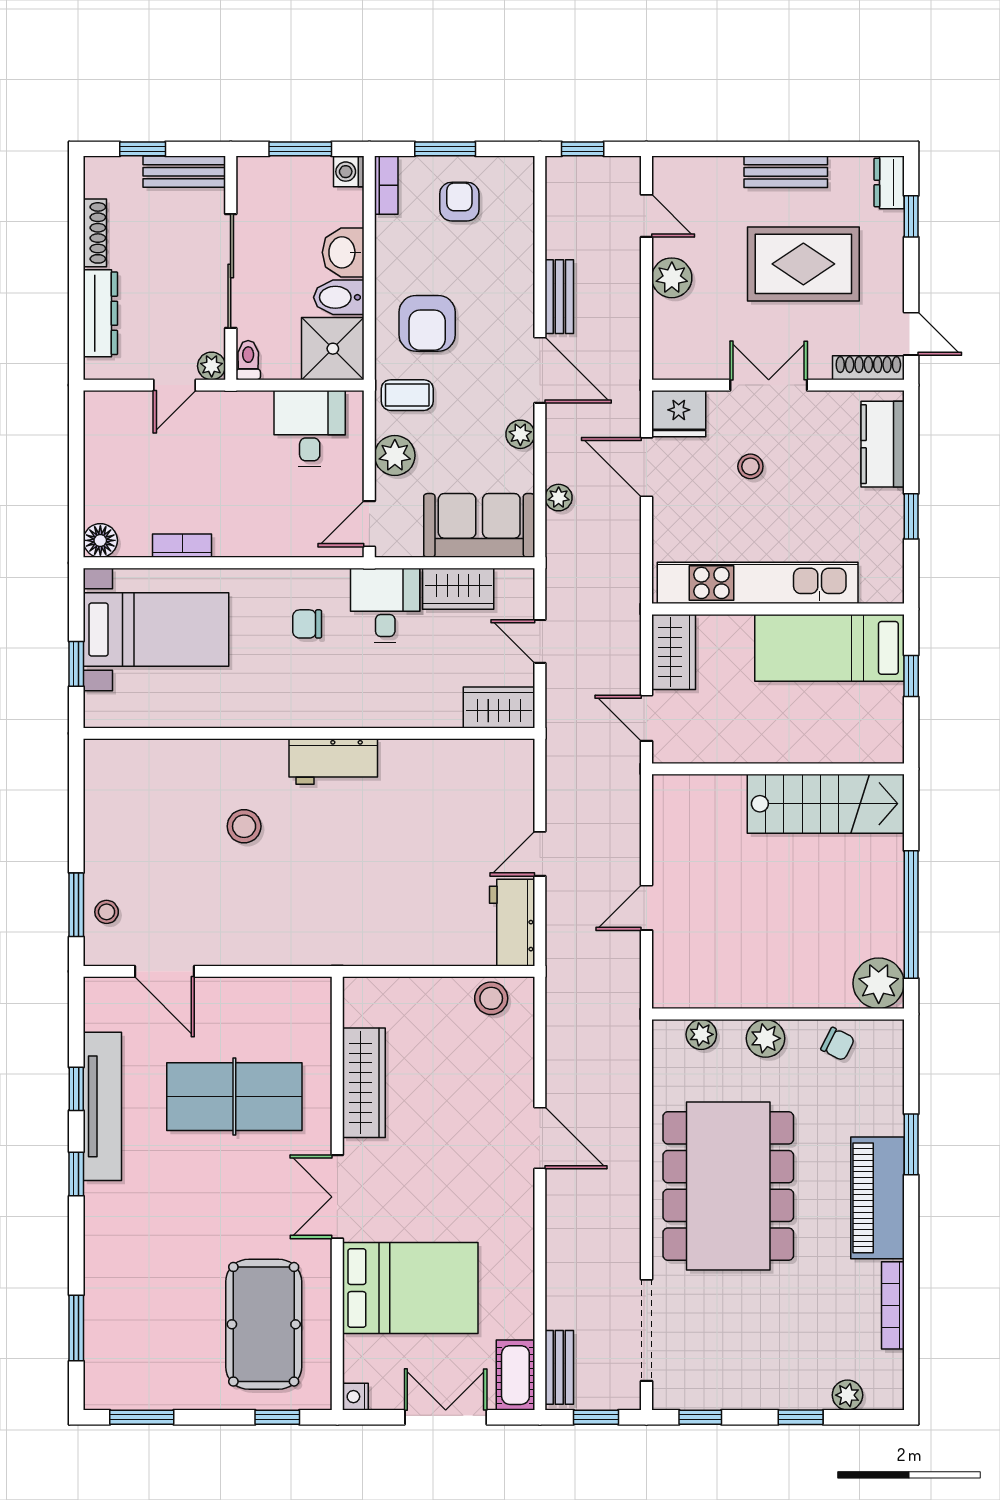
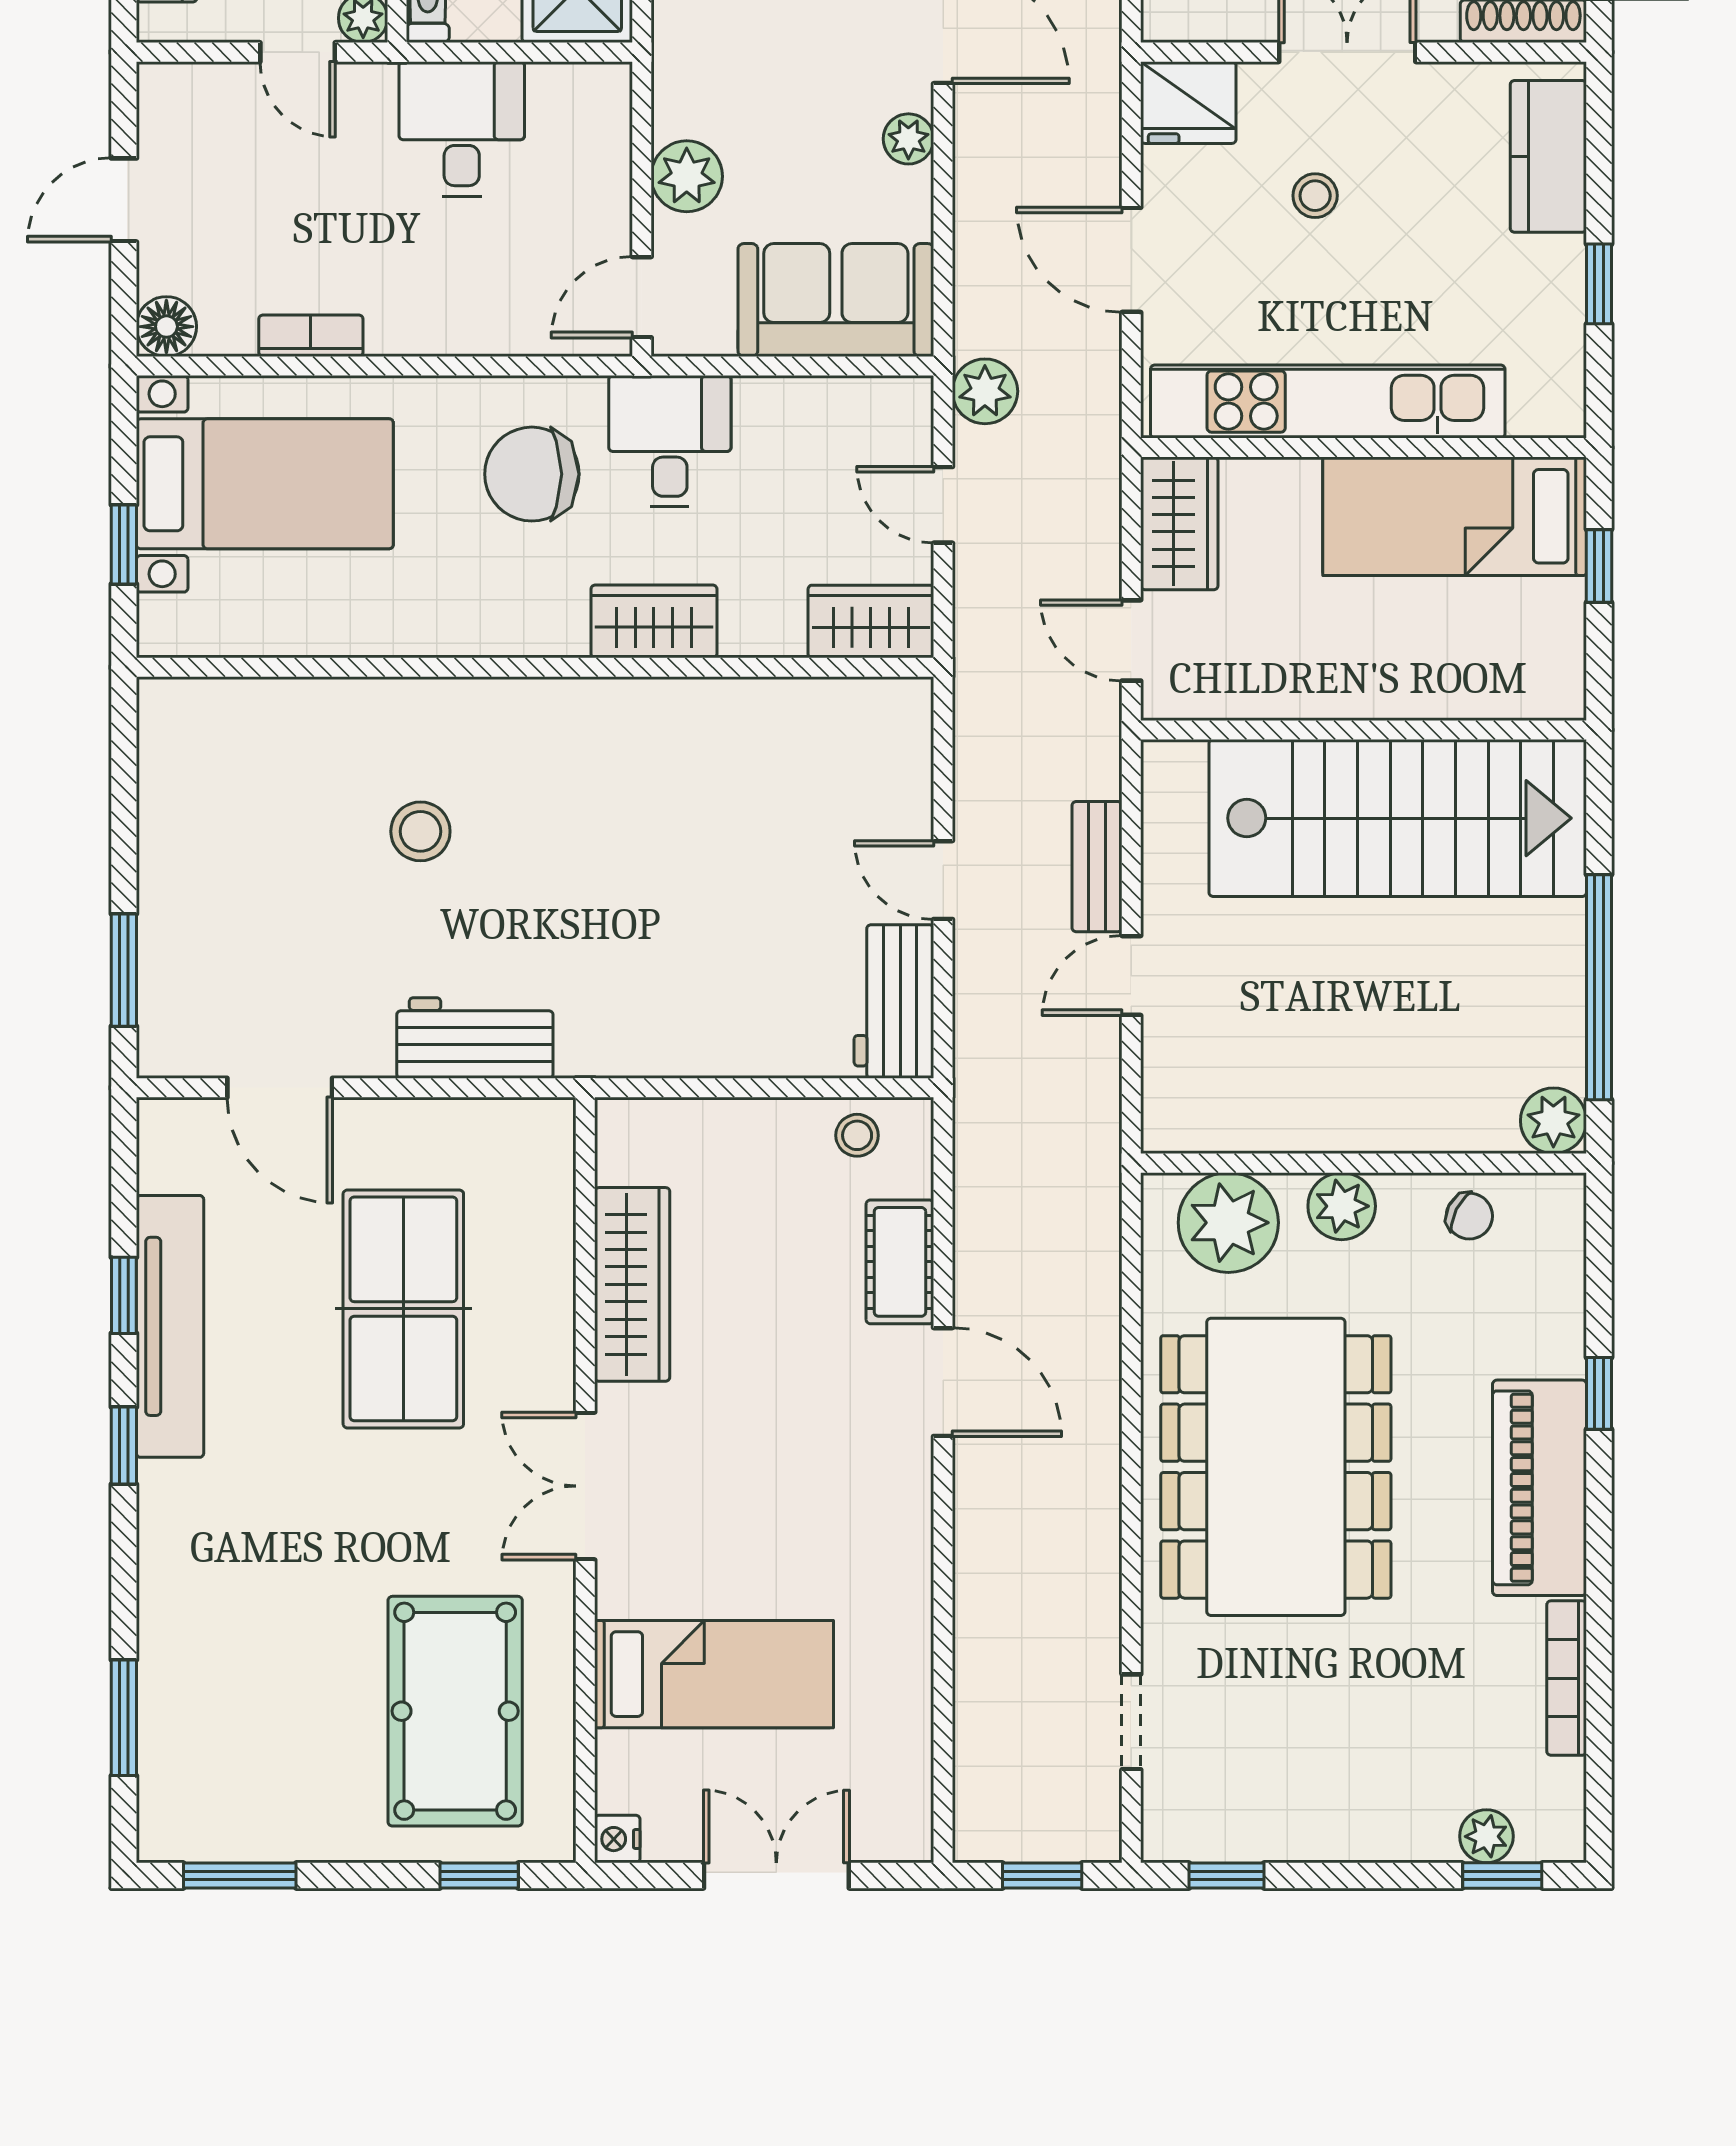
door: (175, 385) -> (298, 52), hinge flipped
coffee table: (407, 395) -> (709, 70), removed
desk: (310, 429) -> (462, 129), moved
door: (646, 467) -> (1131, 260), moved
door: (76, 469) -> (124, 200), added
plant: (559, 498) -> (985, 391), moved, width x1.38, depth x1.38
wardrobe: (458, 589) -> (654, 621), moved, turned 180
chair: (307, 624) -> (532, 474), width x1.87, depth x1.87
workbench: (333, 761) -> (475, 1038), moved, turned 180
stairs: (826, 804) -> (1398, 818), width x1.36, depth x1.51
door: (540, 854) -> (943, 880), hinge flipped
stool: (107, 912) -> (178, 983), removed
plant: (879, 983) -> (1553, 1121), width x0.73, depth x0.73
stool: (491, 998) -> (857, 1135), width x0.73, depth x0.73
plant: (701, 1034) -> (1228, 1223), width x1.88, depth x1.88
table tennis table: (234, 1097) -> (403, 1309), turned 90
window: (911, 1144) -> (1599, 1393), width x0.67
bed: (410, 1288) -> (714, 1674), width x0.67
doorway: (646, 1330) -> (1131, 1722), width x0.53
bench: (559, 1367) -> (1097, 867), moved
cot: (515, 1375) -> (900, 1262), moved
window: (801, 1417) -> (1502, 1876), moved

